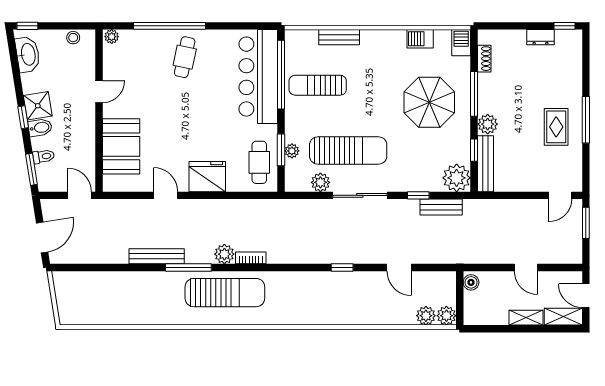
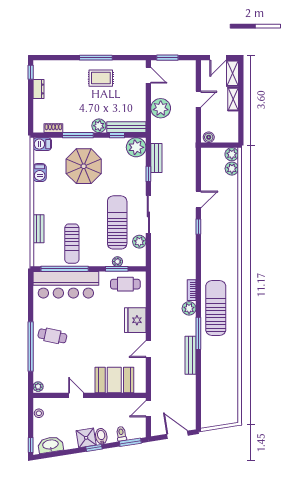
plant: (513, 213) -> (161, 108), added
door: (399, 268) -> (198, 200), moved

